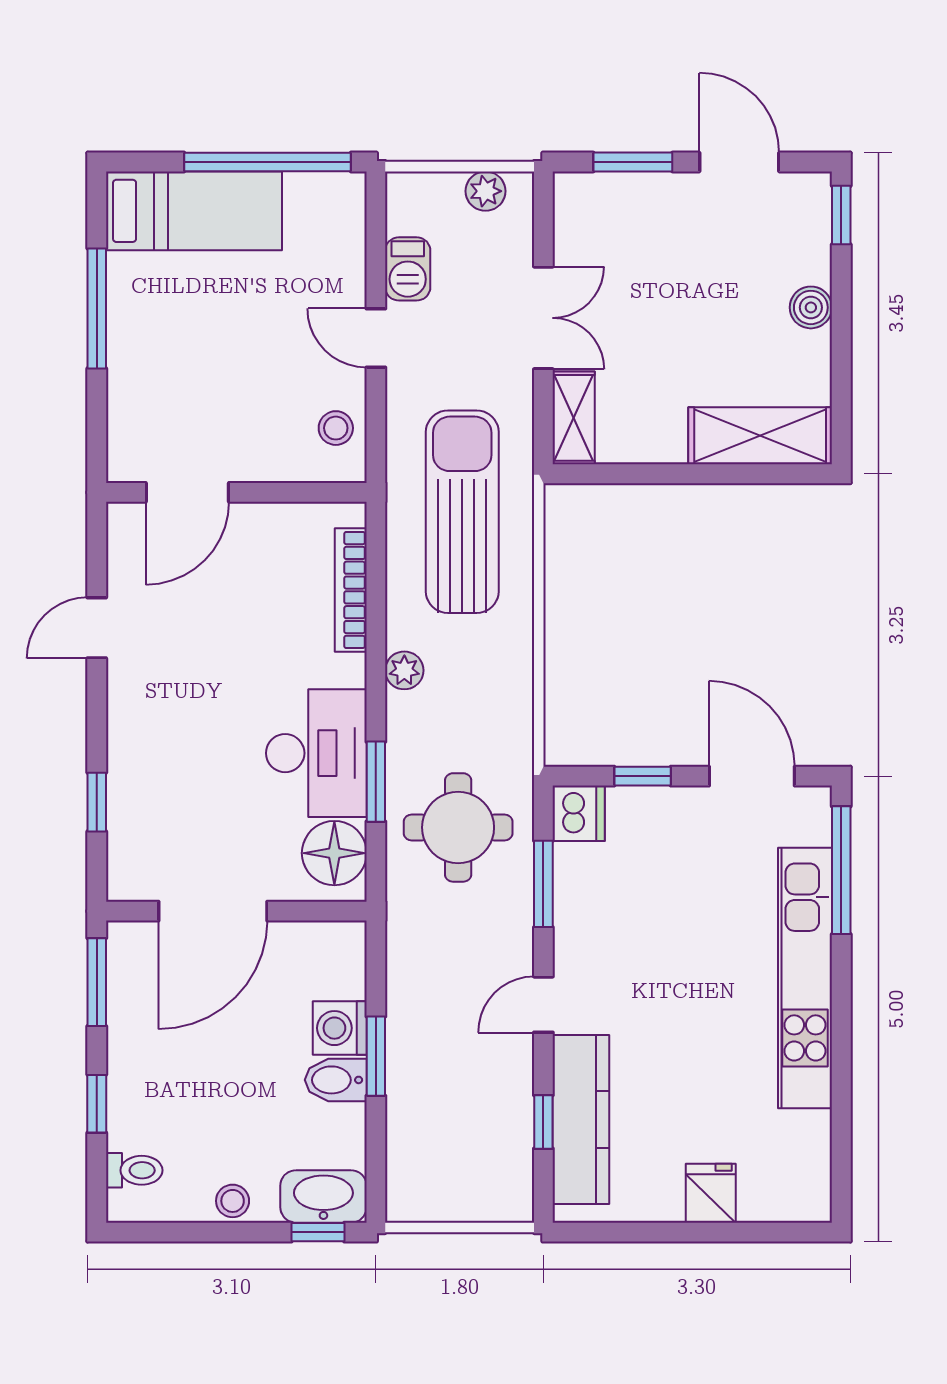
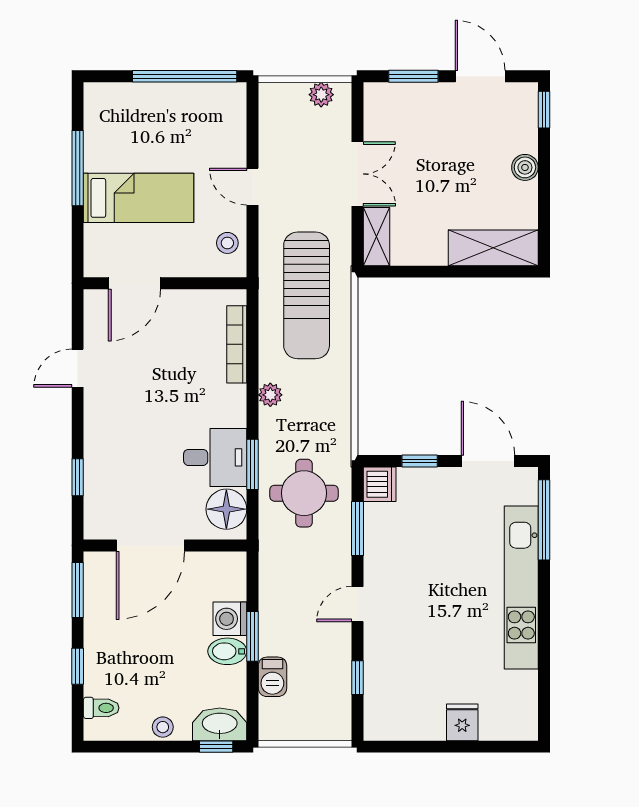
bed: (194, 211) -> (139, 198), moved
barbecue: (408, 269) -> (272, 677), moved
sun lounger: (462, 512) -> (307, 295), turned 180
desk: (316, 753) -> (215, 457), width x0.73
kitchen counter: (581, 1120) -> (381, 676), removed

